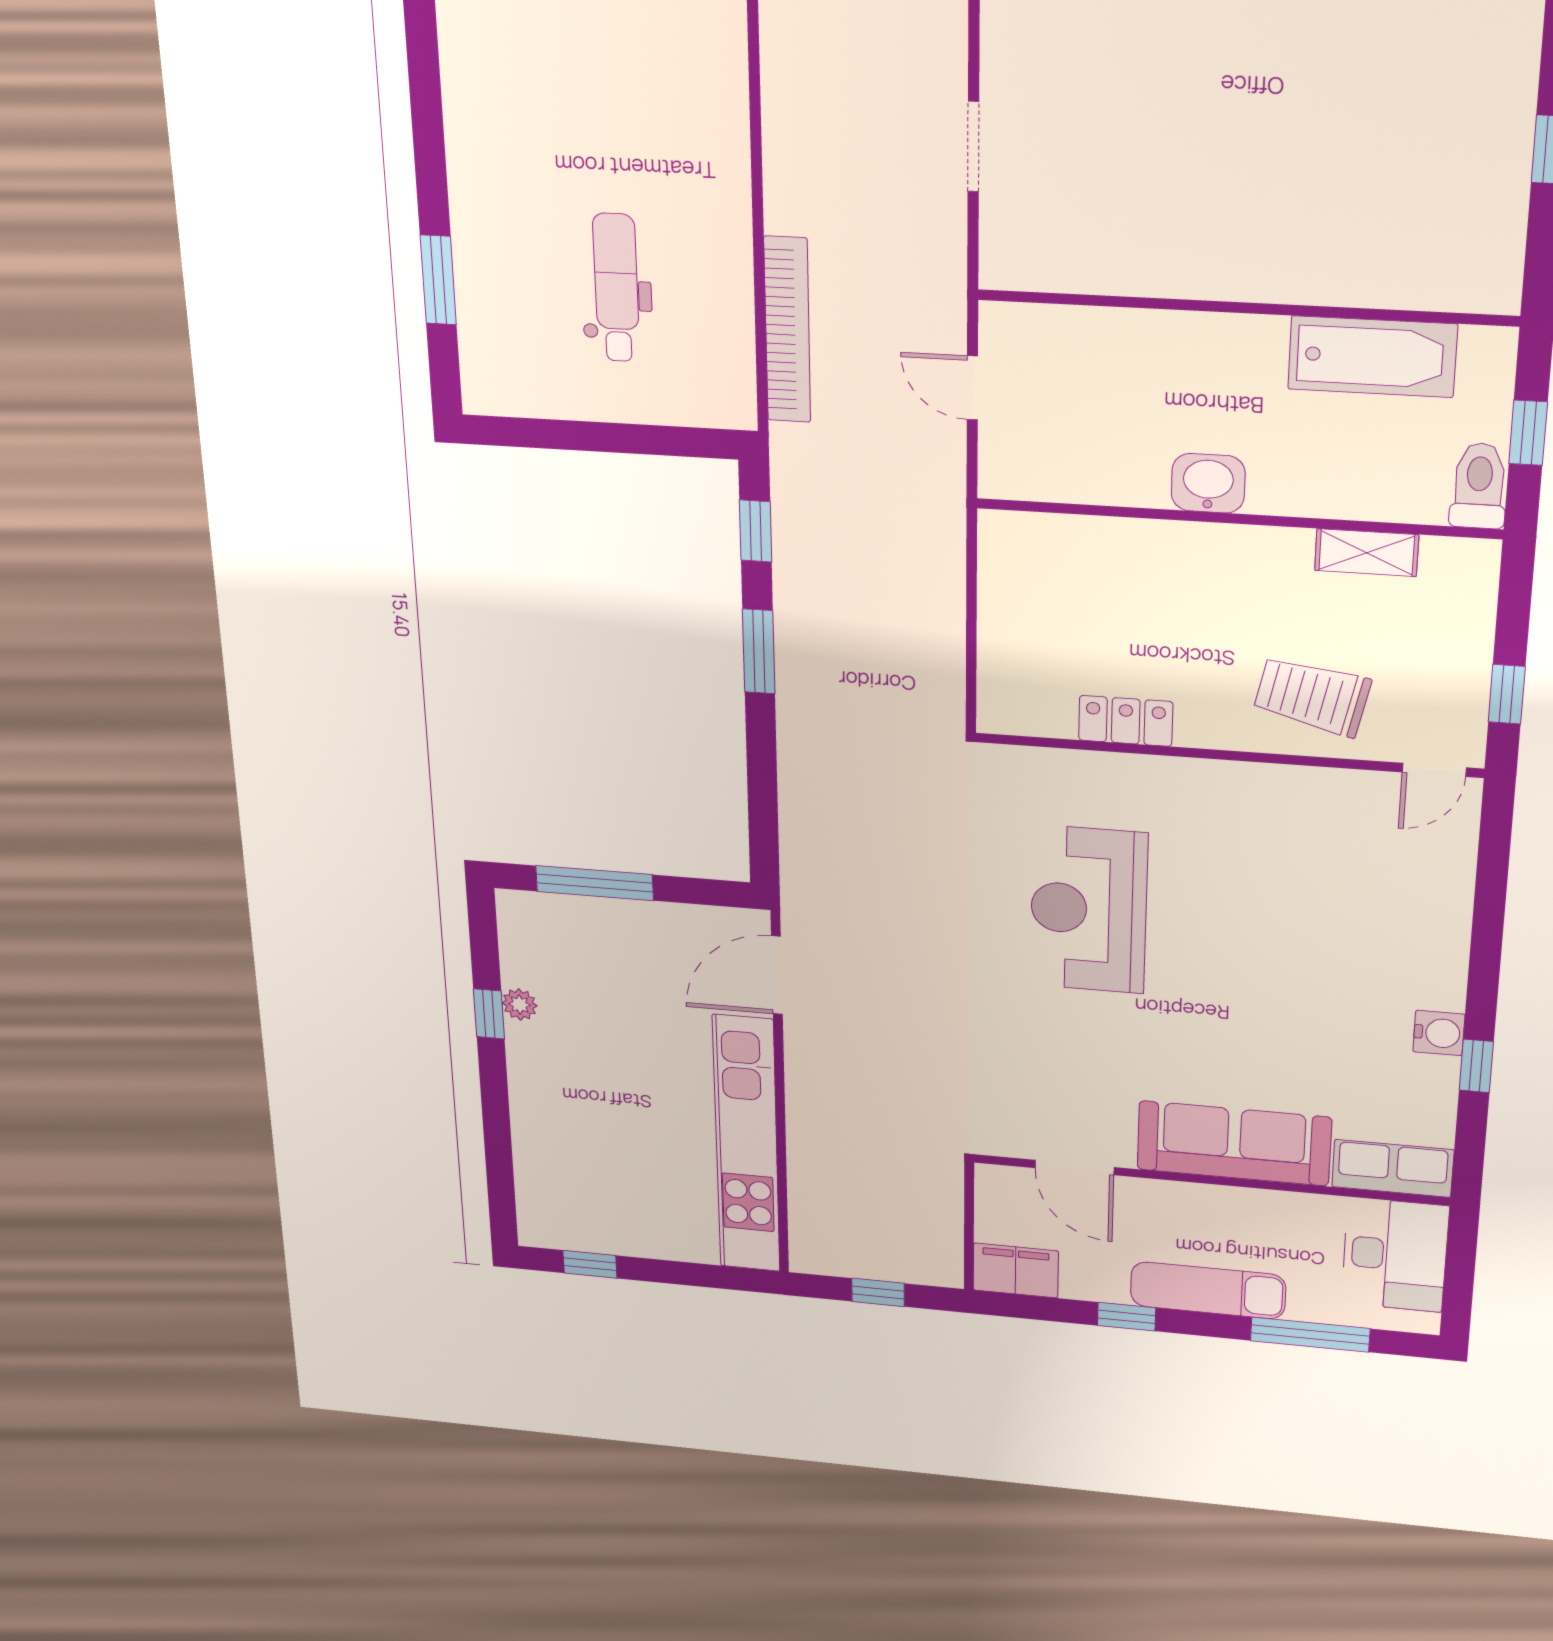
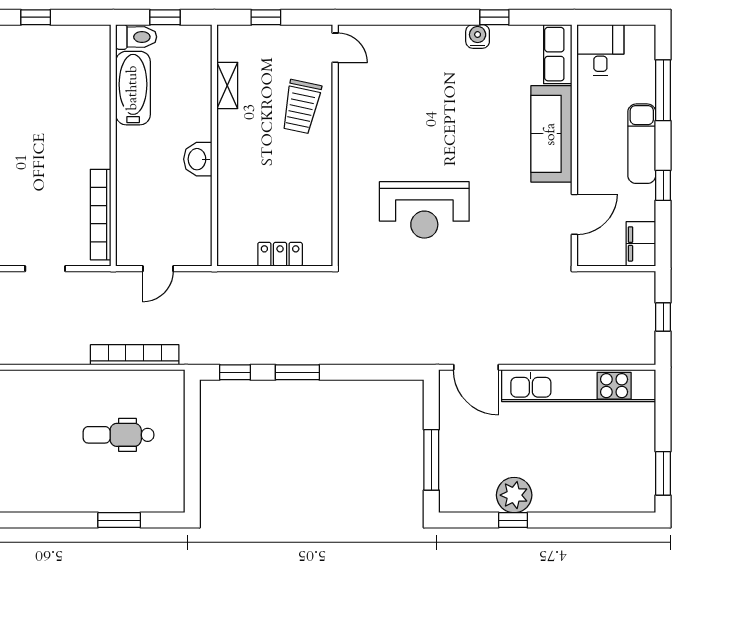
bookcase: (1092, 273) -> (101, 215), added
toilet: (1479, 486) -> (136, 37), moved, turned 180
window: (1507, 694) -> (266, 17), moved
locker: (1126, 721) -> (280, 254), moved, turned 90
plant: (520, 1004) -> (514, 495), width x1.87, depth x1.87
desk: (1395, 1255) -> (600, 50), width x0.73
window: (590, 1264) -> (663, 473), width x1.50

